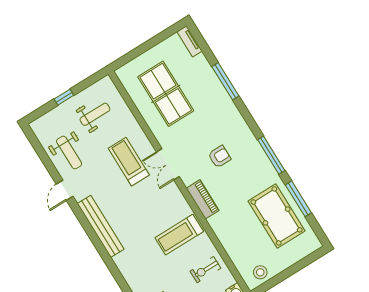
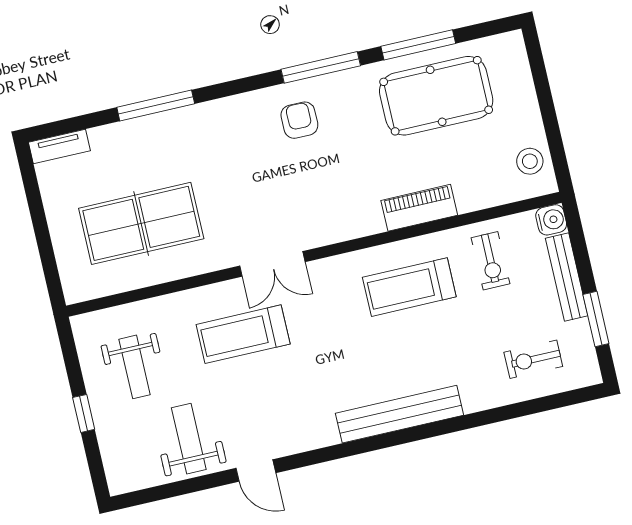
weight bench: (95, 114) -> (135, 367), turned 180
weight bench: (69, 152) -> (189, 439), turned -90
armchair: (219, 157) -> (299, 120), moved
piano: (203, 199) -> (419, 208), moved
bench: (101, 226) -> (399, 414), moved
treadmill: (179, 235) -> (409, 287), turned 90

